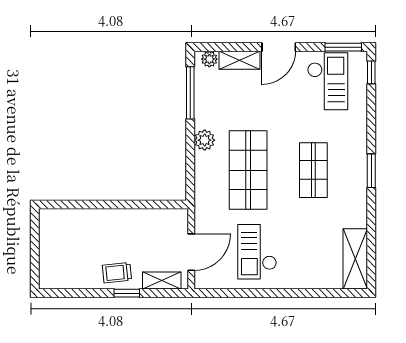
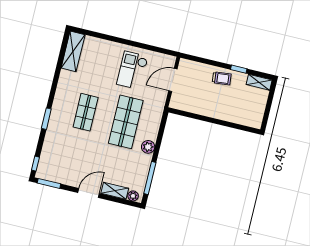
checkout: (328, 81) -> (64, 165), removed
window: (371, 171) -> (46, 119), moved
checkout: (257, 252) -> (132, 70), turned 180
shelving: (162, 281) -> (259, 82), moved
window: (127, 293) -> (239, 69), moved

